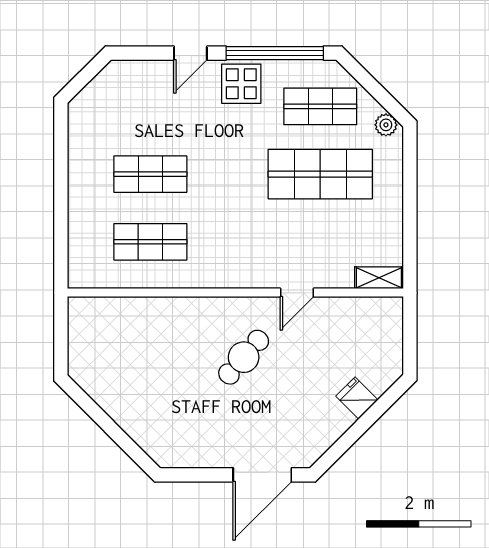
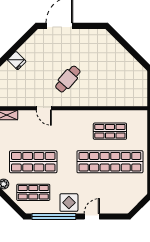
shop shelf: (150, 174) -> (110, 162), width x2.00, depth x1.36
door: (297, 293) -> (44, 108), swing flipped

